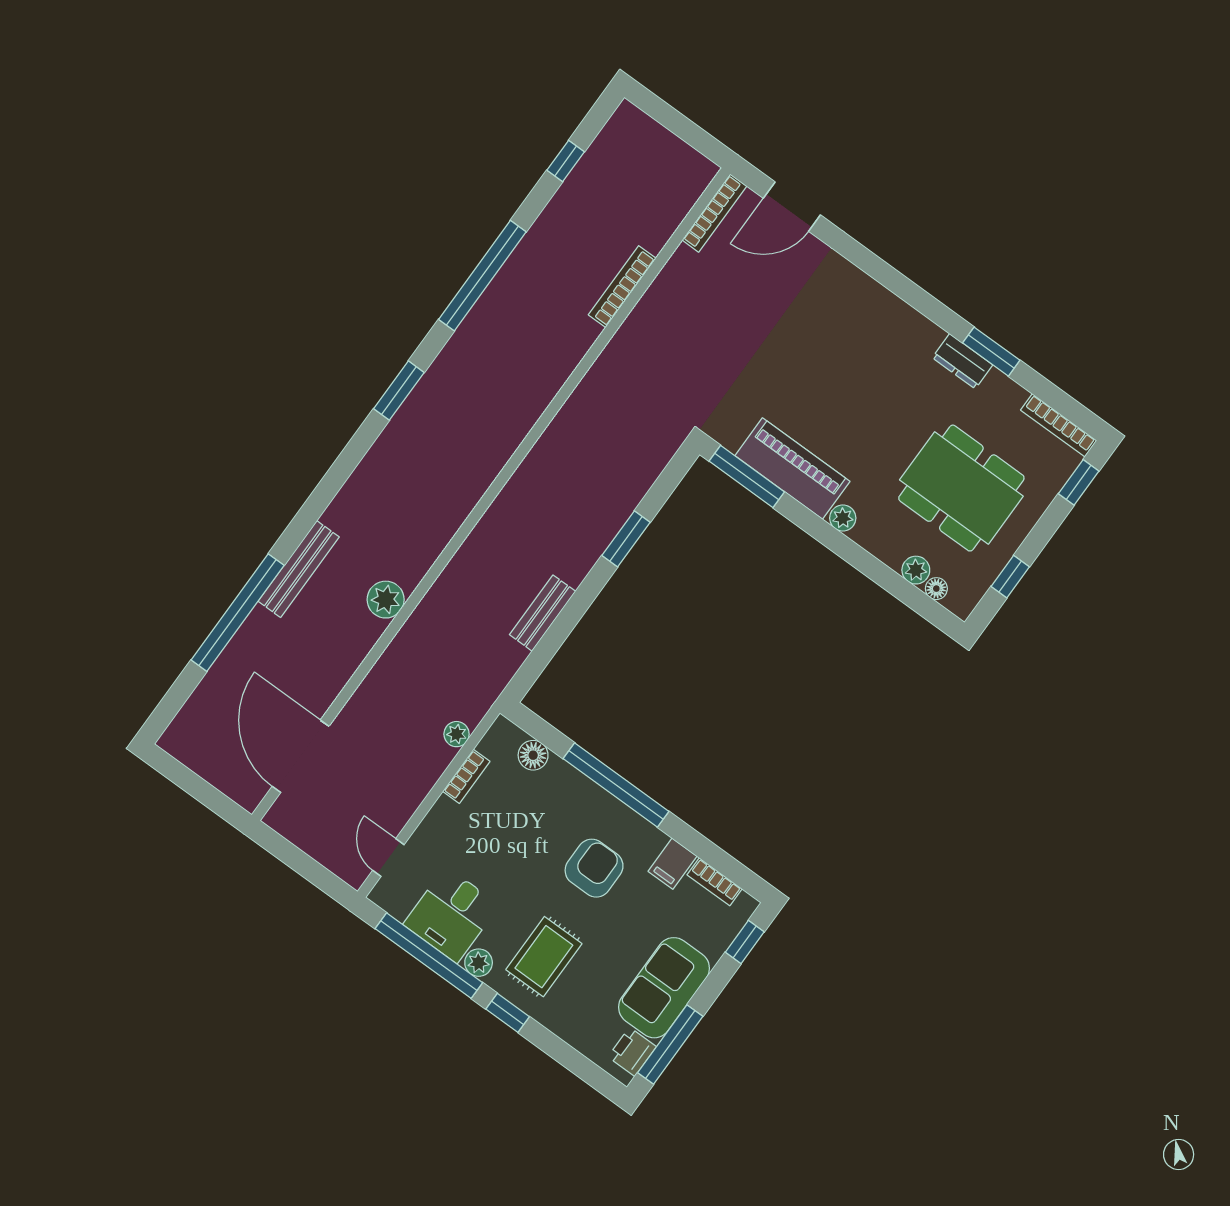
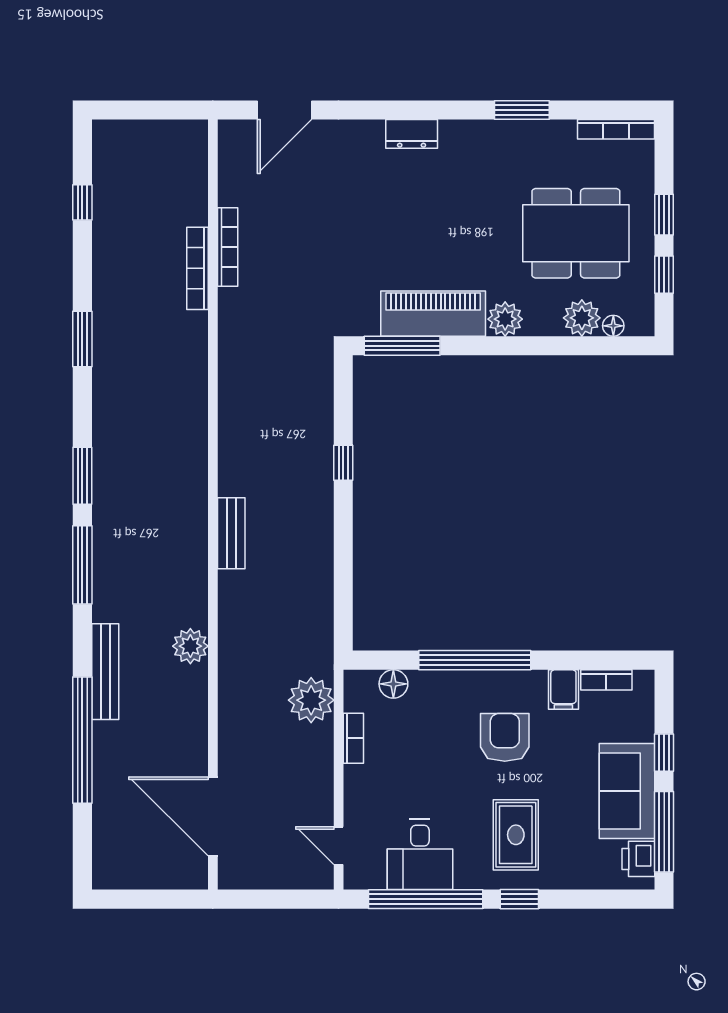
bookcase: (714, 213) -> (228, 247), moved
window: (482, 276) -> (82, 339), width x0.47
dresser: (962, 361) -> (412, 134), moved
window: (344, 465) -> (82, 565), added
window: (1079, 482) -> (664, 215), moved
plant: (843, 518) -> (505, 319), width x1.38, depth x1.38
window: (626, 539) -> (343, 463), width x0.67
plant: (916, 570) -> (582, 318), width x1.38, depth x1.38
bench: (543, 613) -> (231, 533), moved
plant: (457, 734) -> (311, 700), width x1.88, depth x1.88
window: (745, 942) -> (664, 753), moved
plant: (479, 963) -> (468, 876), removed

